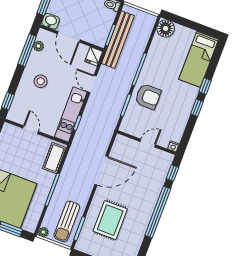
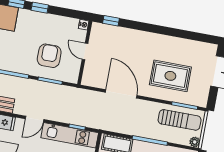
armchair: (148, 97) -> (49, 56), moved
window: (158, 212) -> (154, 29), removed

